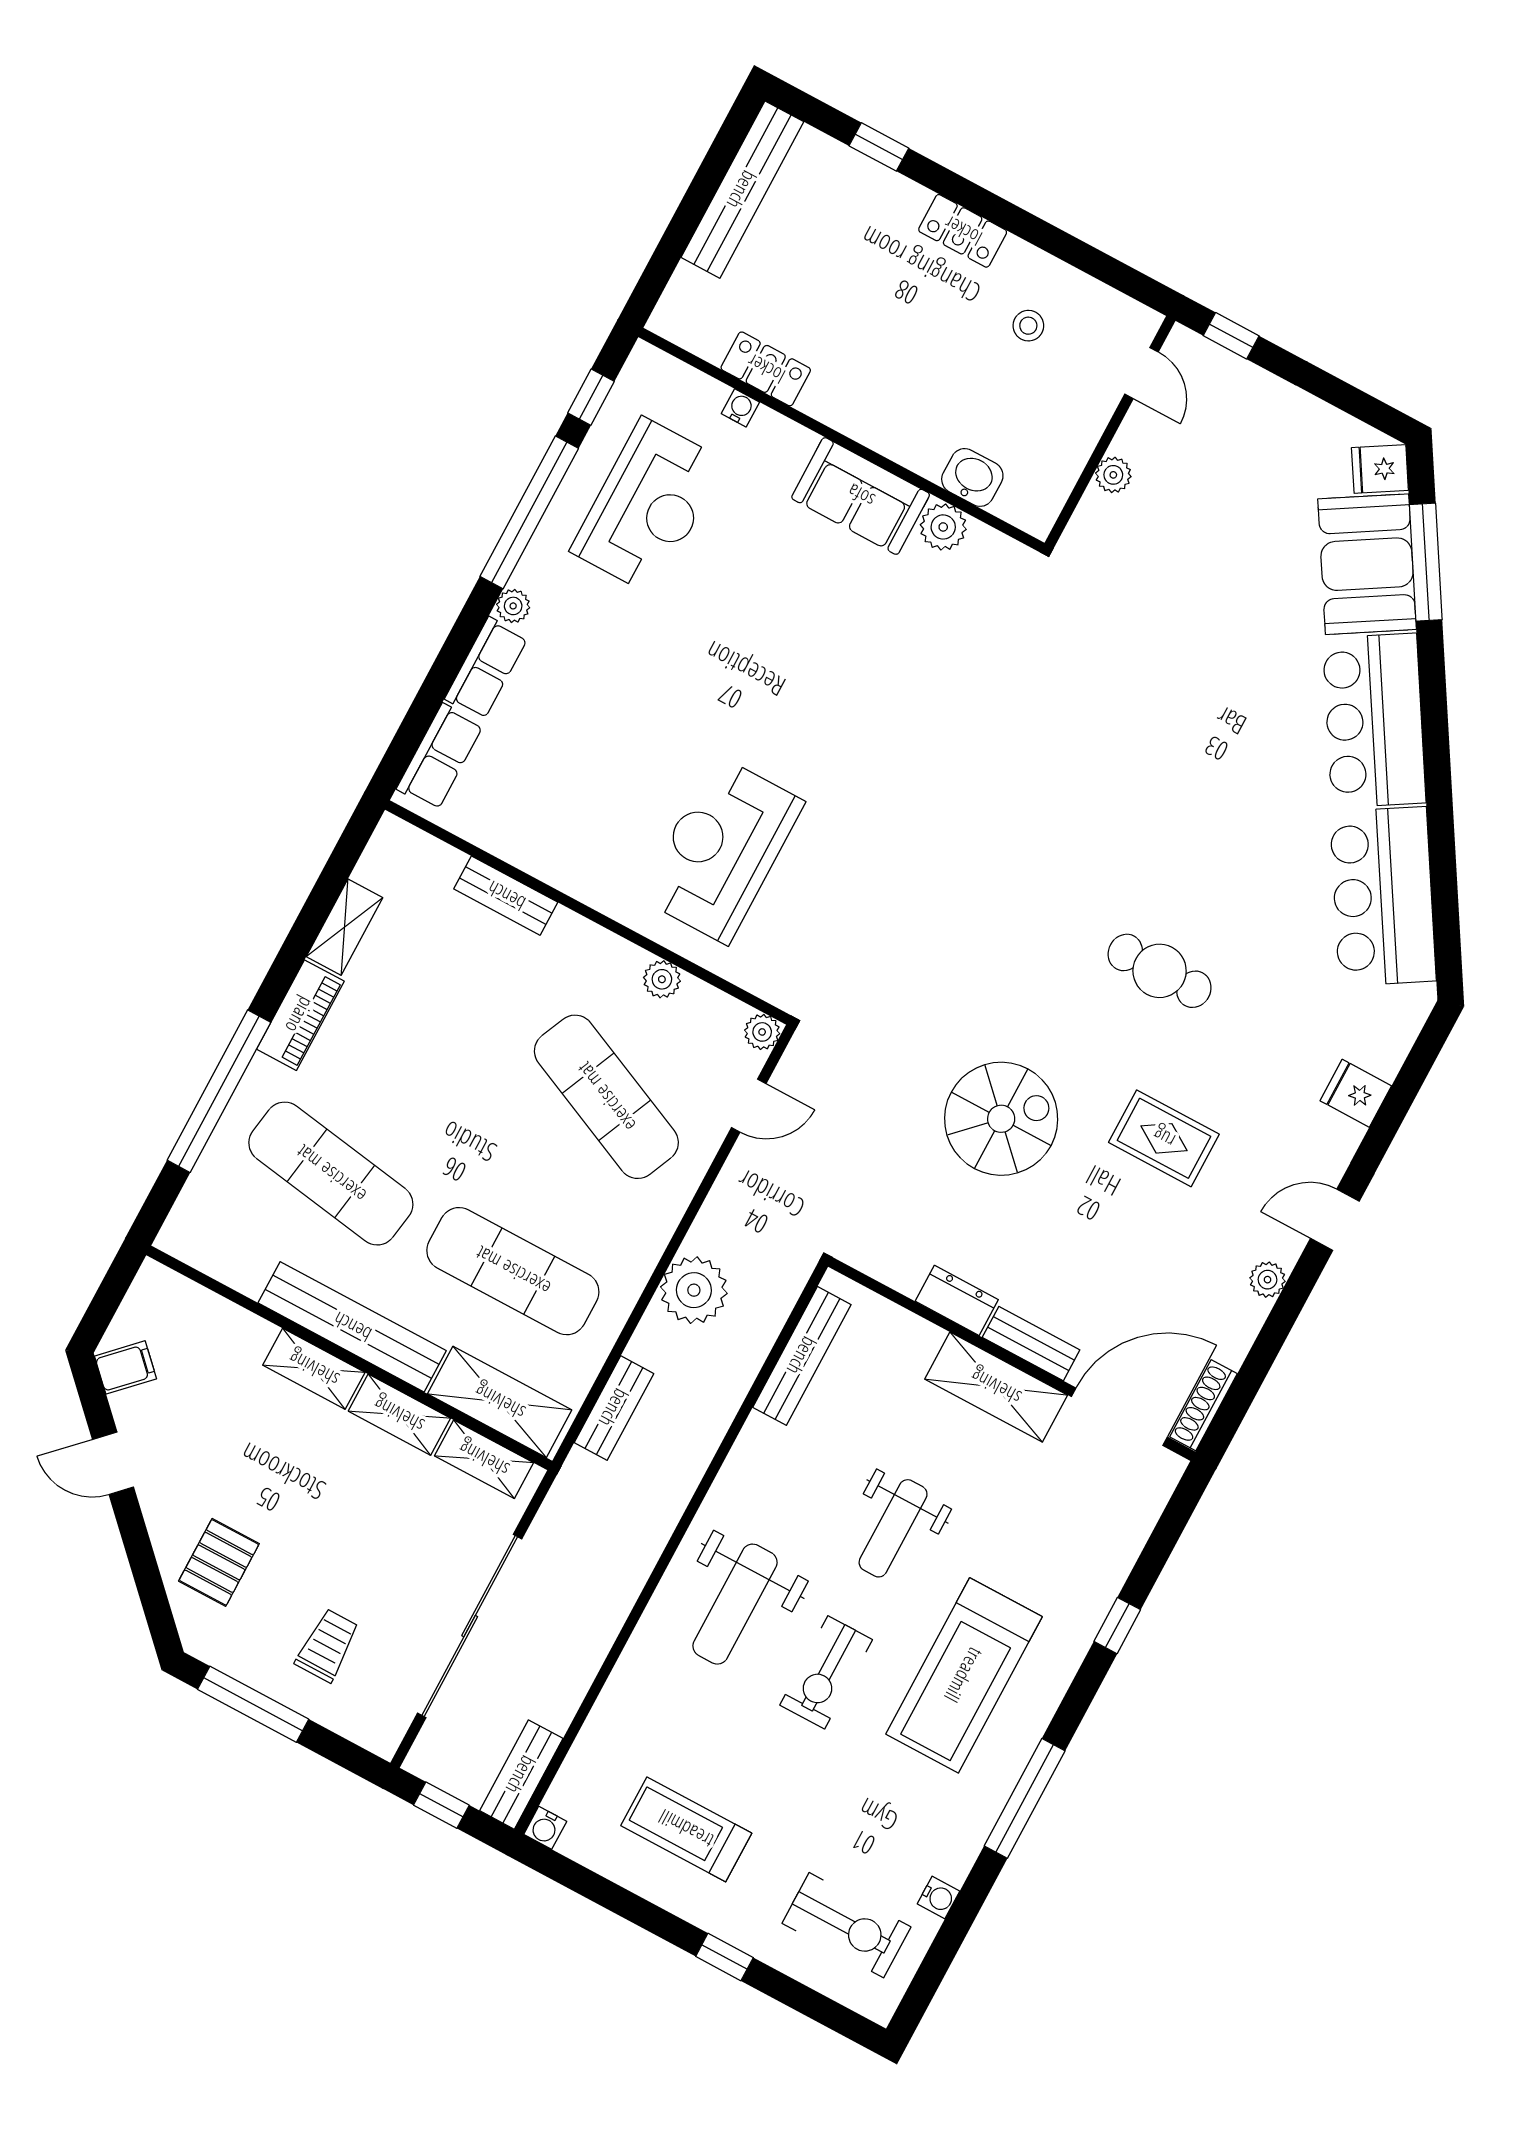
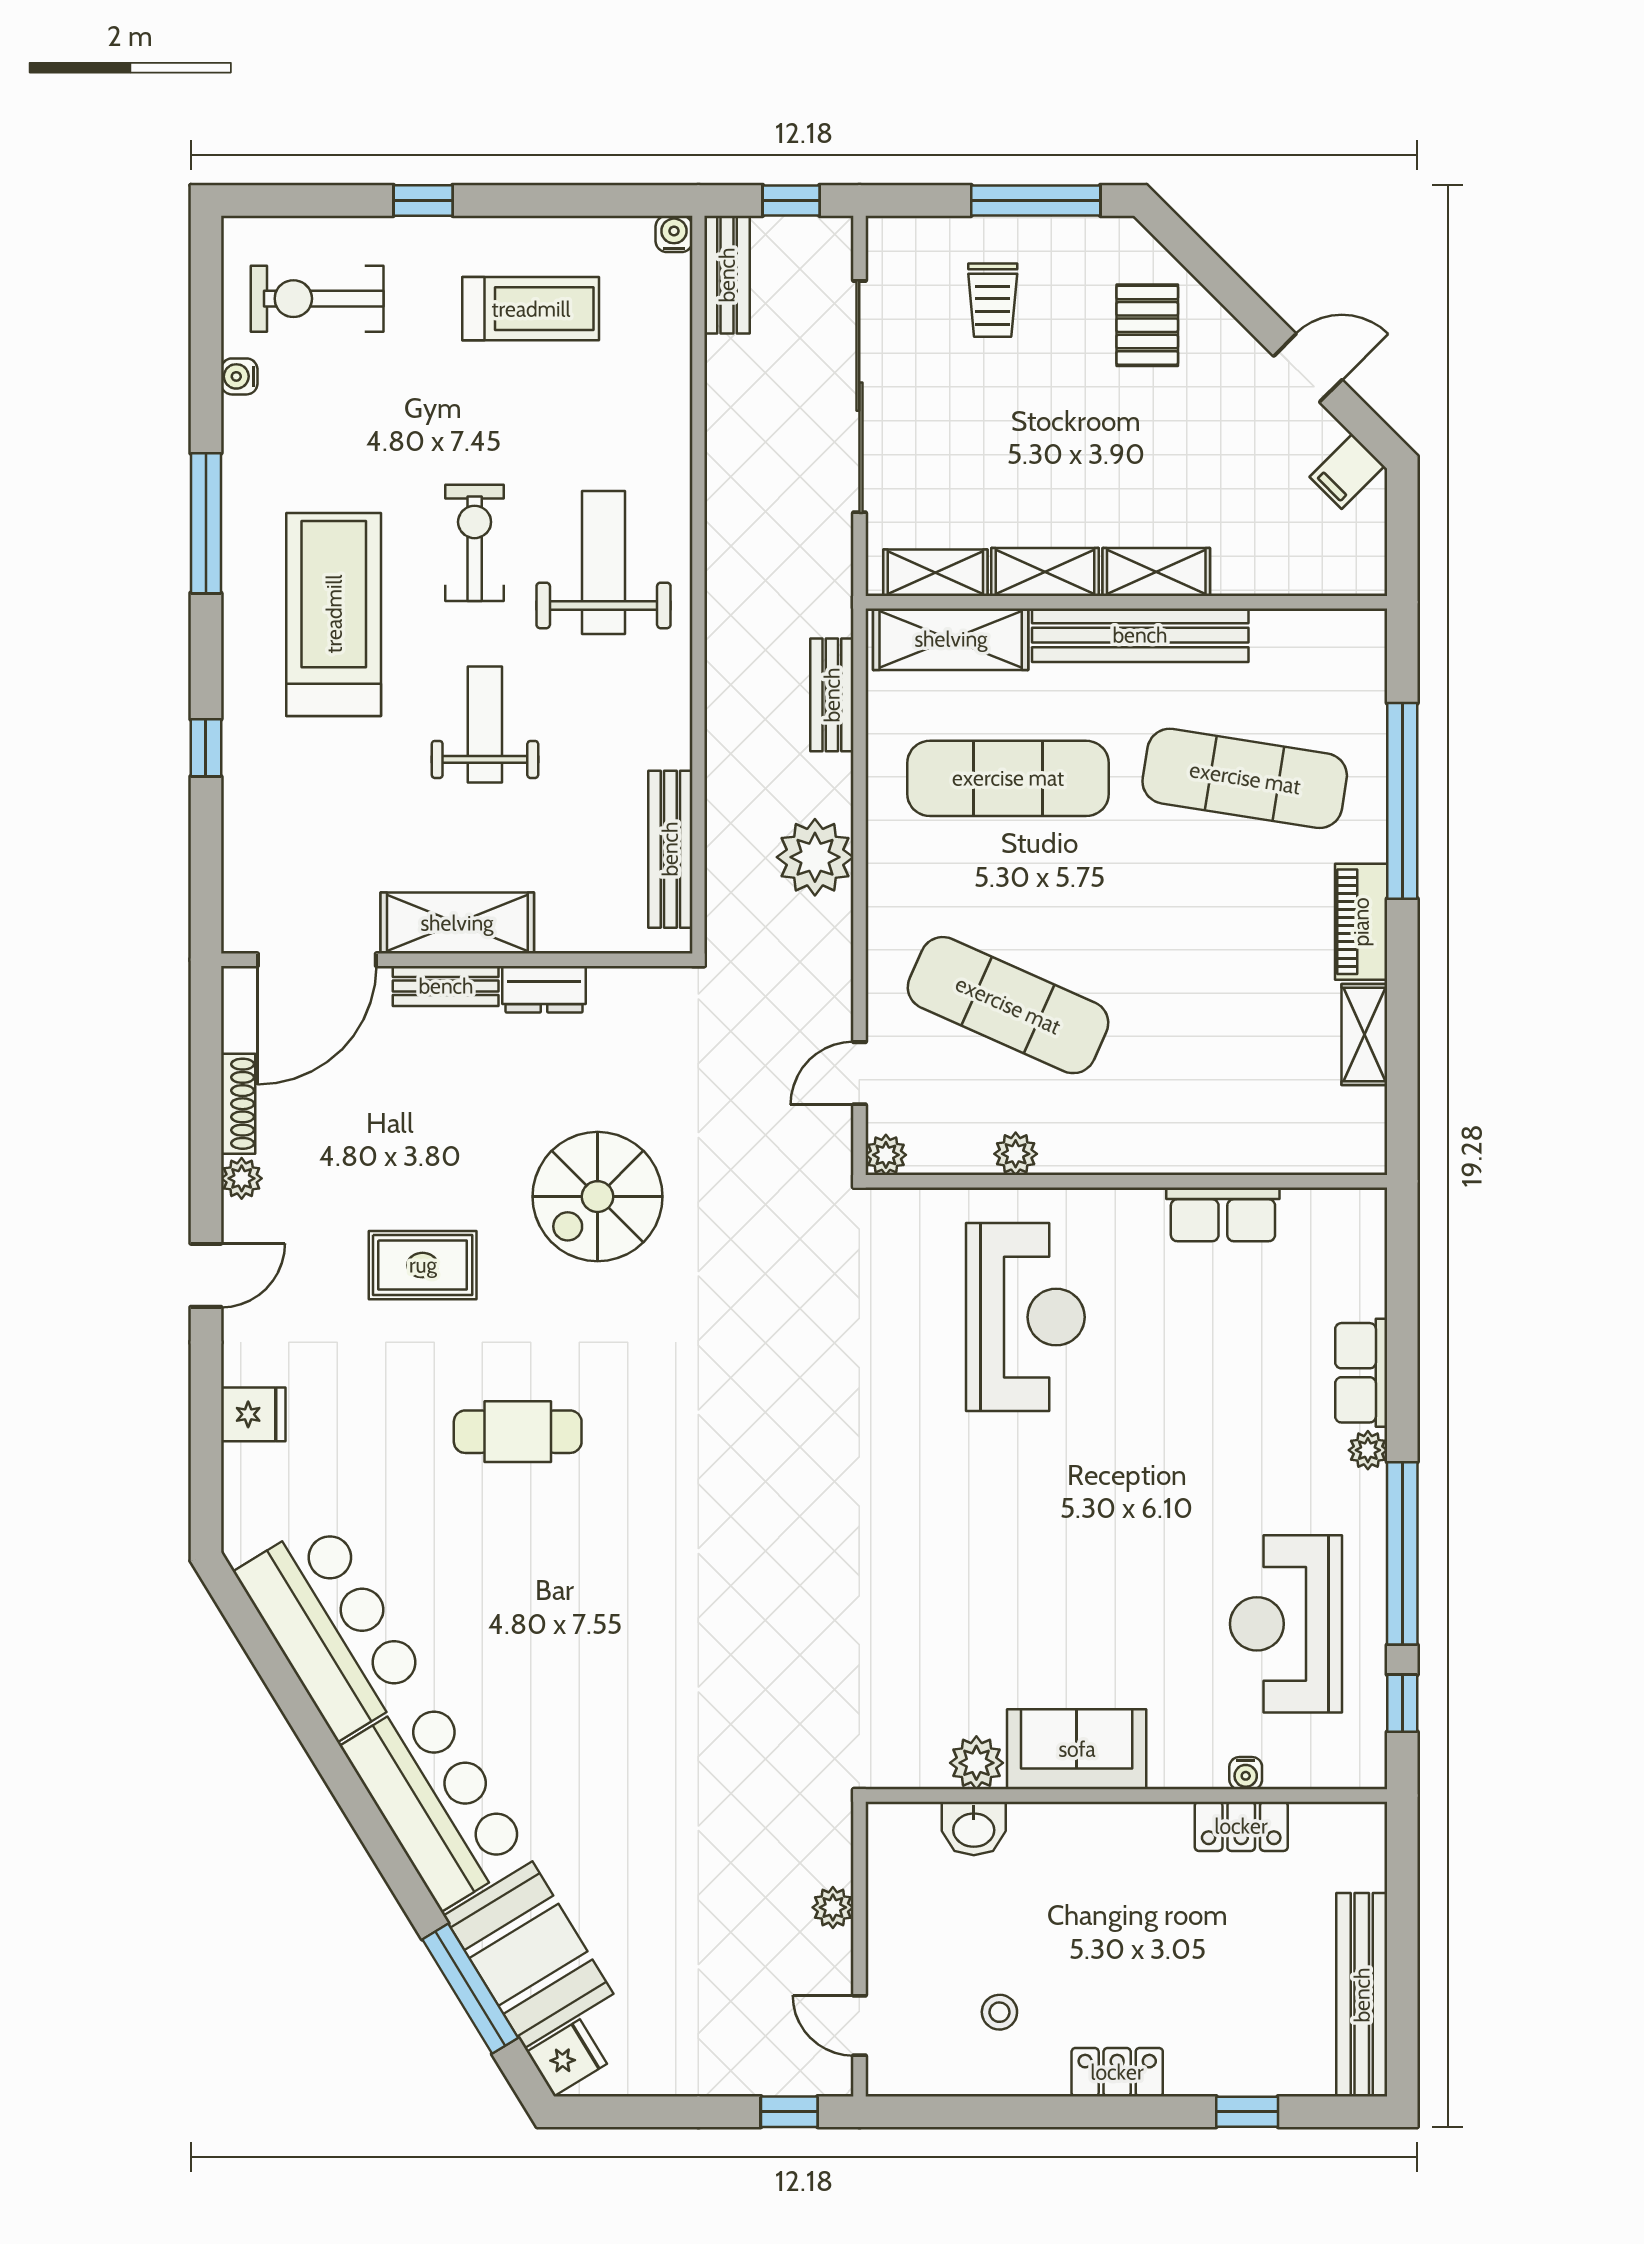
row of seats: (440, 757) -> (1223, 1214), moved, turned -90
bench: (506, 896) -> (1219, 1154), removed
shoe rack: (1203, 1405) -> (238, 1104), moved

